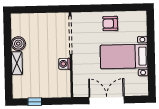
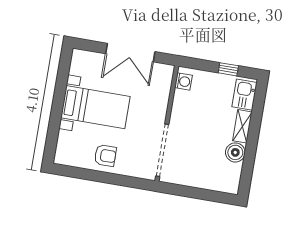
washing machine: (64, 64) -> (183, 81), moved
kitchen sink: (20, 86) -> (244, 95), added

